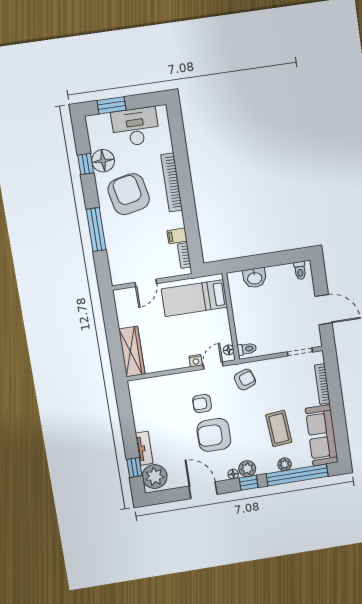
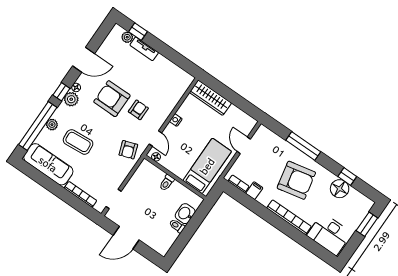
desk: (135, 127) -> (329, 234), moved, turned 90
armchair: (129, 194) -> (296, 180), moved
toilet: (300, 271) -> (177, 226), moved
toilet: (247, 349) -> (167, 183), moved
nightstand: (196, 361) -> (176, 120), moved
armchair: (214, 435) -> (112, 99), turned -90
plant: (155, 477) -> (127, 37), width x0.53, depth x0.53

